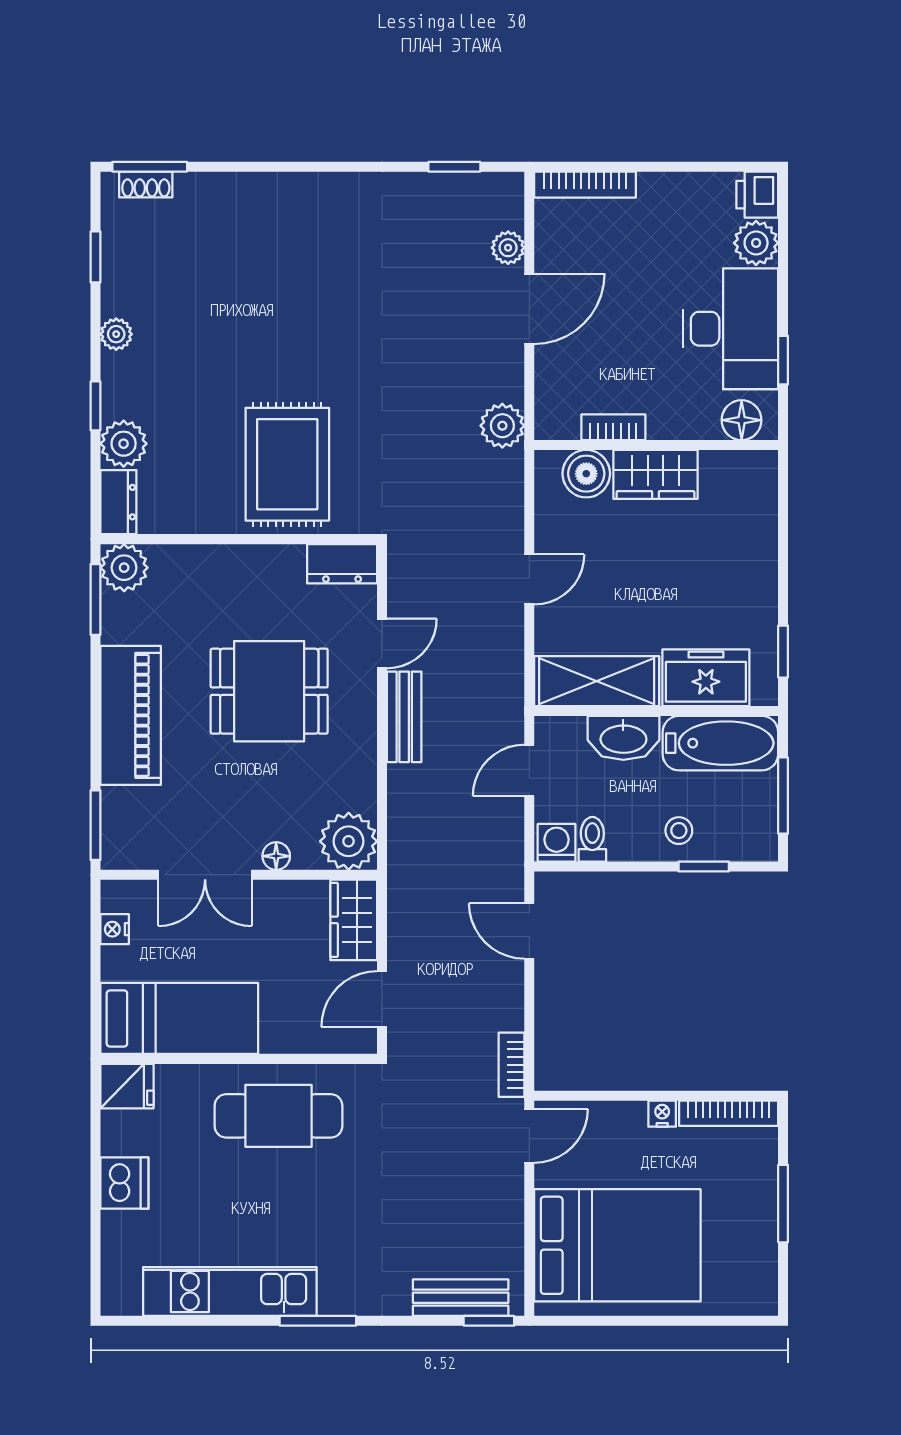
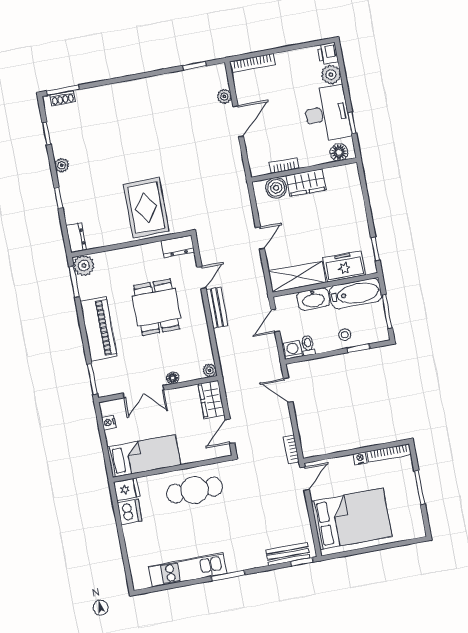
plant: (502, 426) -> (236, 174), removed
plant: (124, 444) -> (74, 212), removed
dining table: (269, 691) -> (156, 307), turned 90
plant: (349, 841) -> (210, 370), width x0.53, depth x0.53
dishwasher: (124, 1183) -> (130, 512), moved

